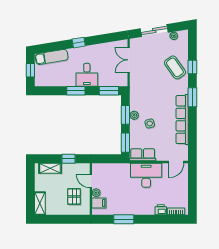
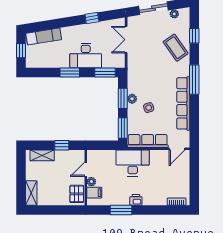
window: (79, 43) -> (92, 18), moved
window: (192, 67) -> (194, 36), moved
desk: (87, 75) -> (86, 56), width x1.37
window: (192, 97) -> (194, 80), width x1.44
row of seats: (143, 155) -> (148, 141), width x1.48
desk: (146, 175) -> (133, 163), moved
door: (91, 181) -> (86, 169), hinge flipped
pallet: (74, 196) -> (77, 194), moved
printer: (161, 210) -> (136, 200), moved

